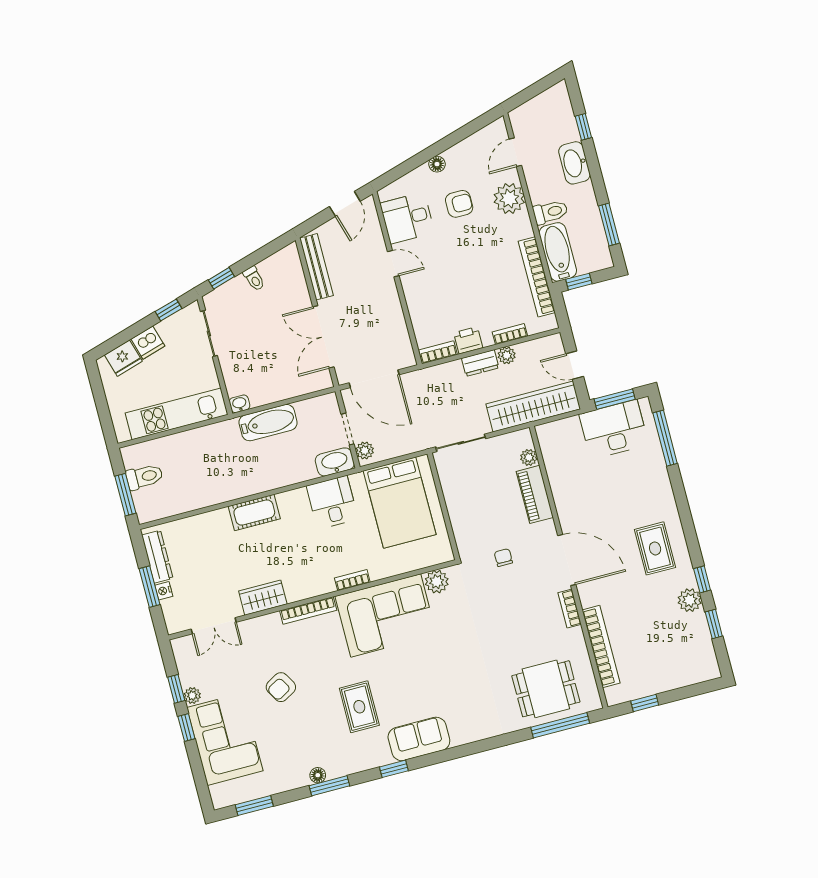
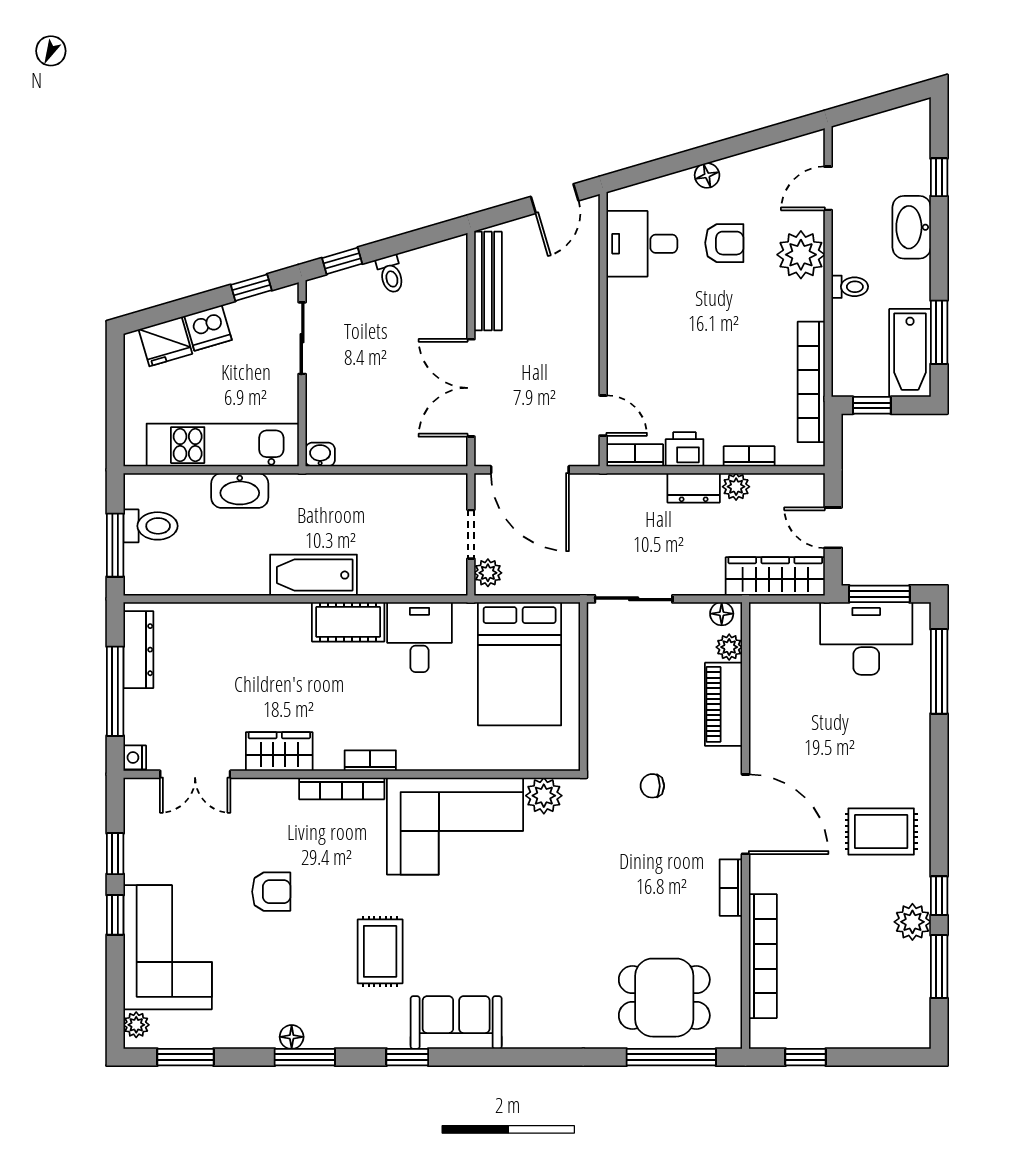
toilet: (550, 212) -> (850, 287), width x0.73, depth x0.72
bathtub: (558, 252) -> (910, 353), moved, turned 180
door: (393, 264) -> (603, 416), moved
wardrobe: (533, 406) -> (775, 576), width x0.71, depth x0.85
bathtub: (268, 423) -> (313, 575), moved, turned 180
floor lamp: (519, 438) -> (722, 614), added
washbasin: (335, 462) -> (240, 491), moved, turned 180
cot: (254, 513) -> (348, 622), moved
rug: (655, 548) -> (881, 832), turned 90
chair: (503, 558) -> (652, 786), turned -90
bookcase: (352, 580) -> (370, 761), moved
window: (149, 587) -> (115, 691), width x1.44
nightstand: (164, 591) -> (135, 757), moved
window: (714, 624) -> (939, 967), width x1.50
armchair: (281, 687) -> (271, 892), turned -150
plant: (192, 696) -> (136, 1025), moved

